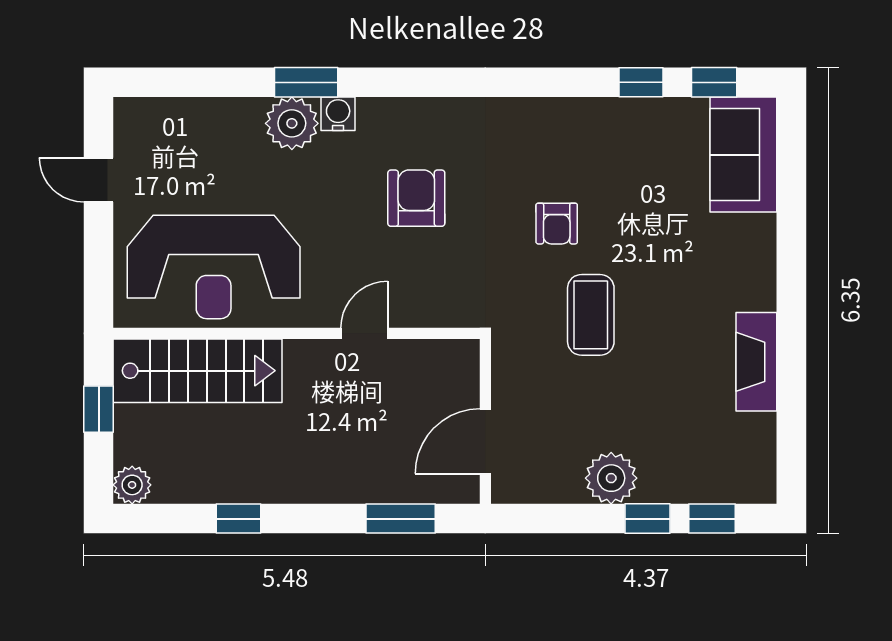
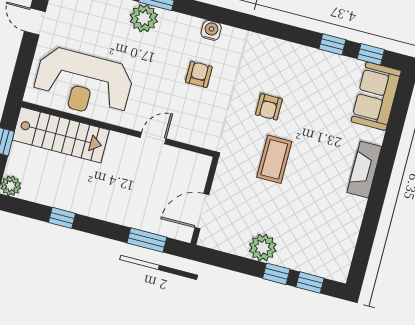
water cooler: (338, 114) -> (211, 30), moved
armchair: (416, 198) -> (199, 74), width x0.72, depth x0.72
fireplace: (756, 362) -> (364, 169), moved

